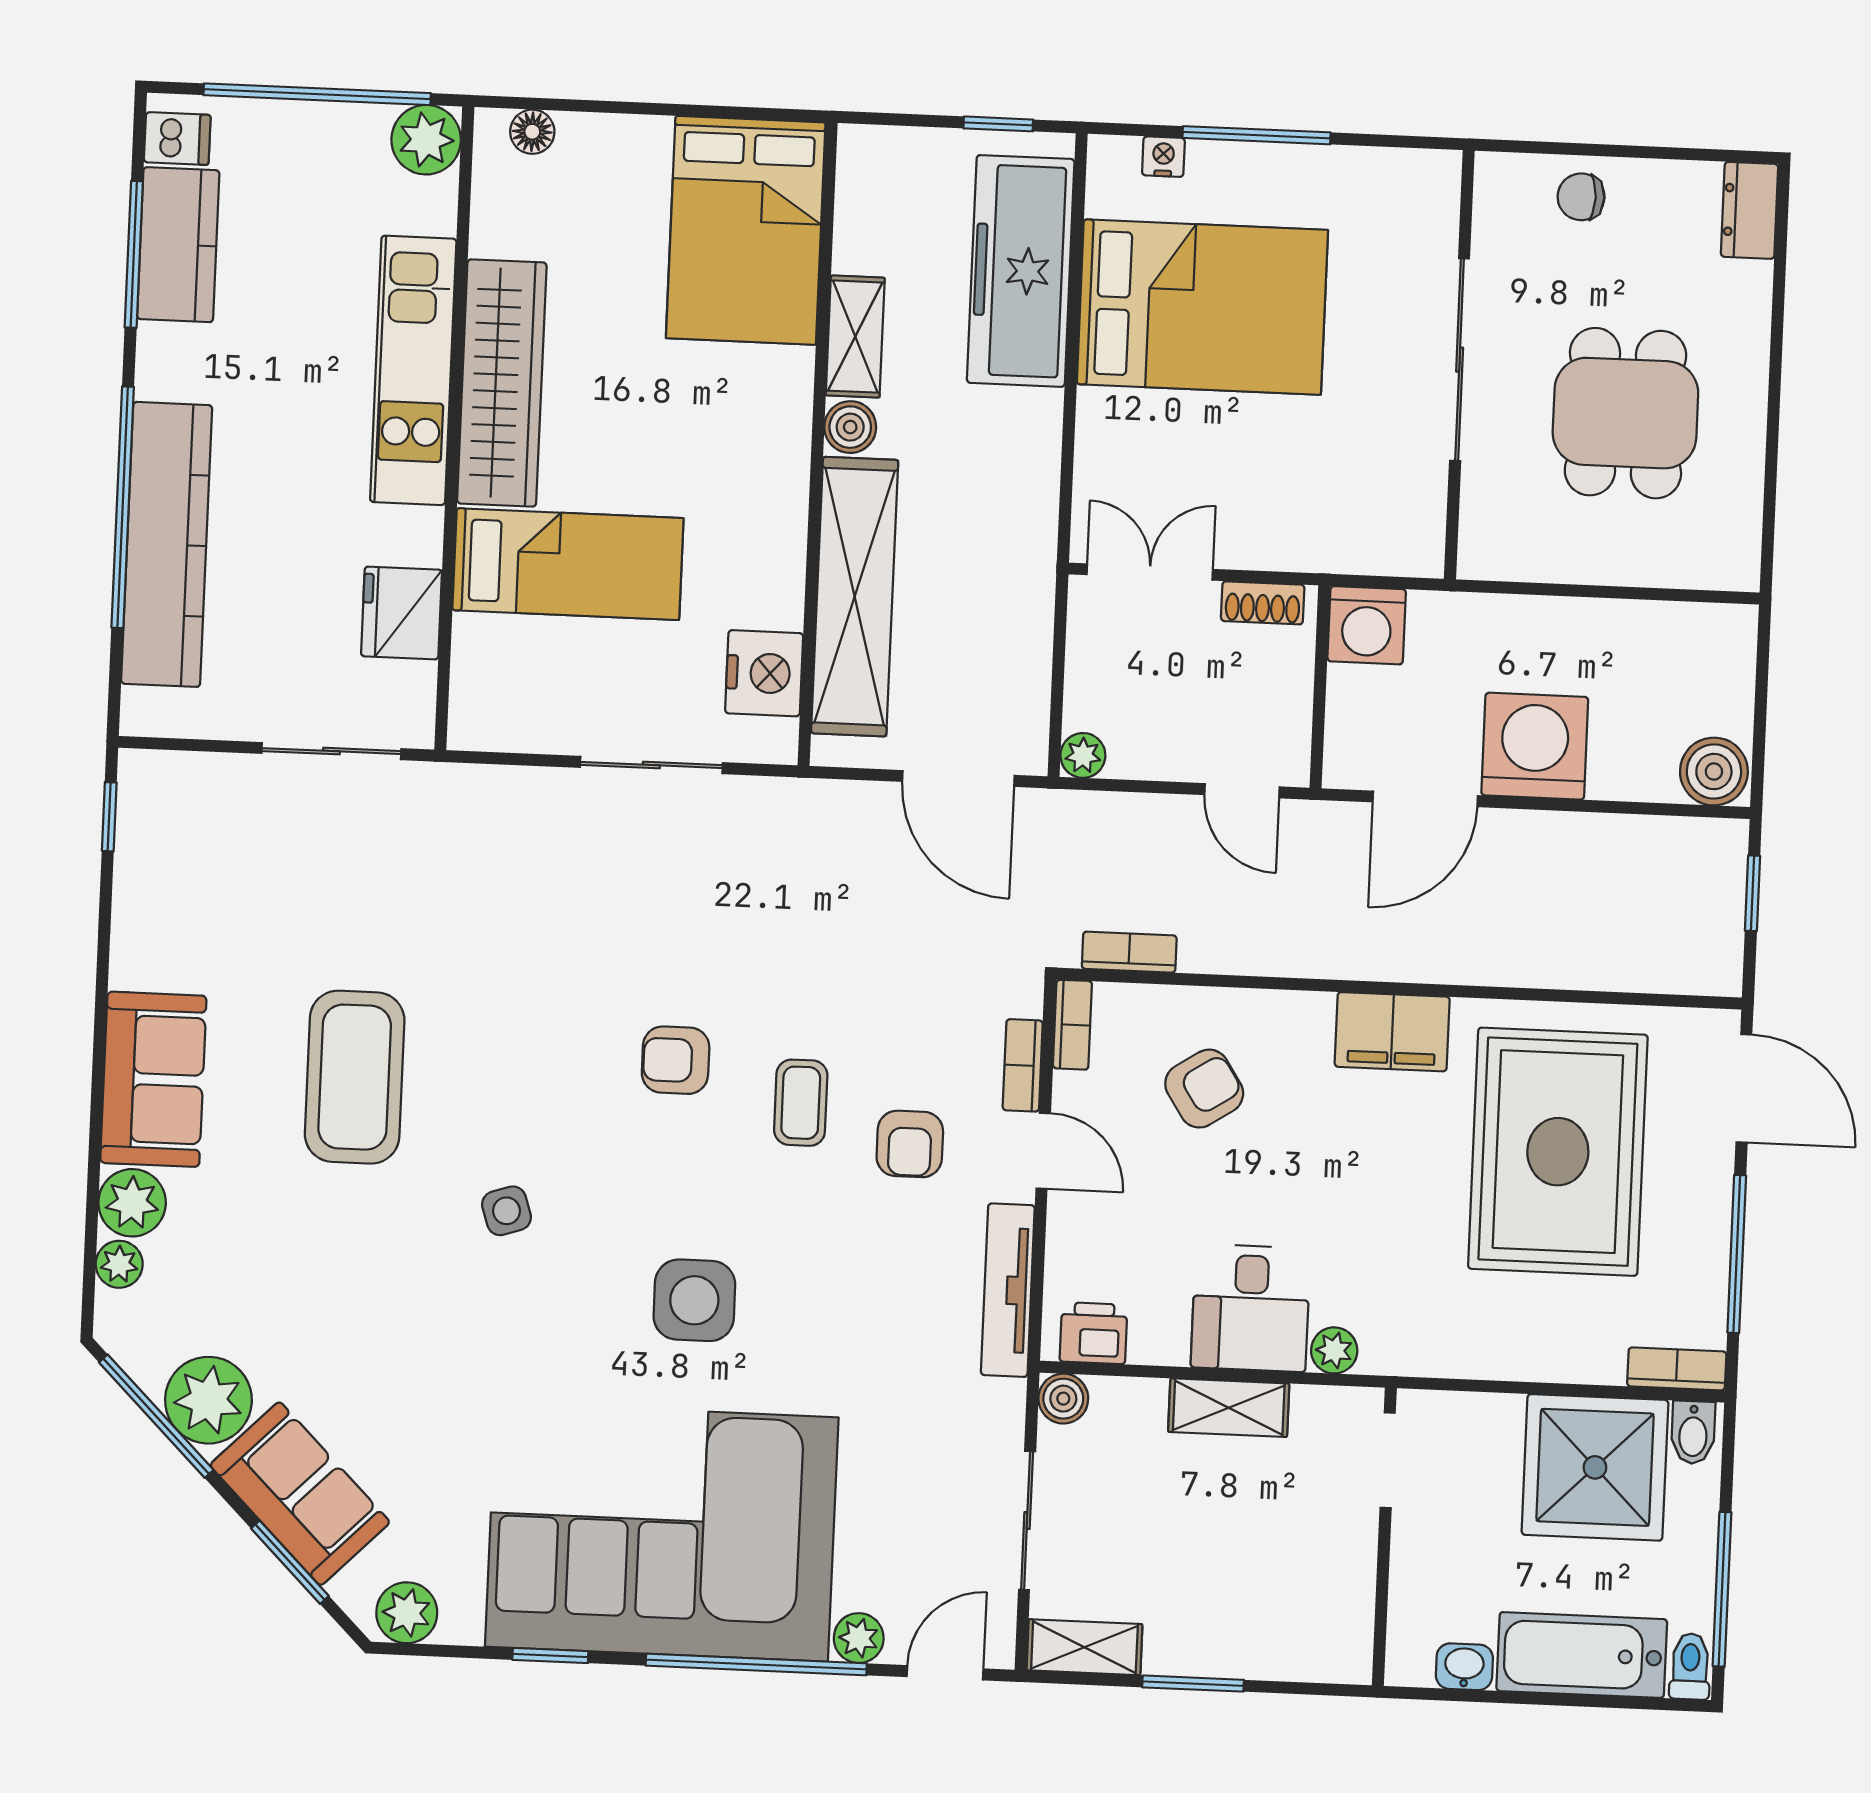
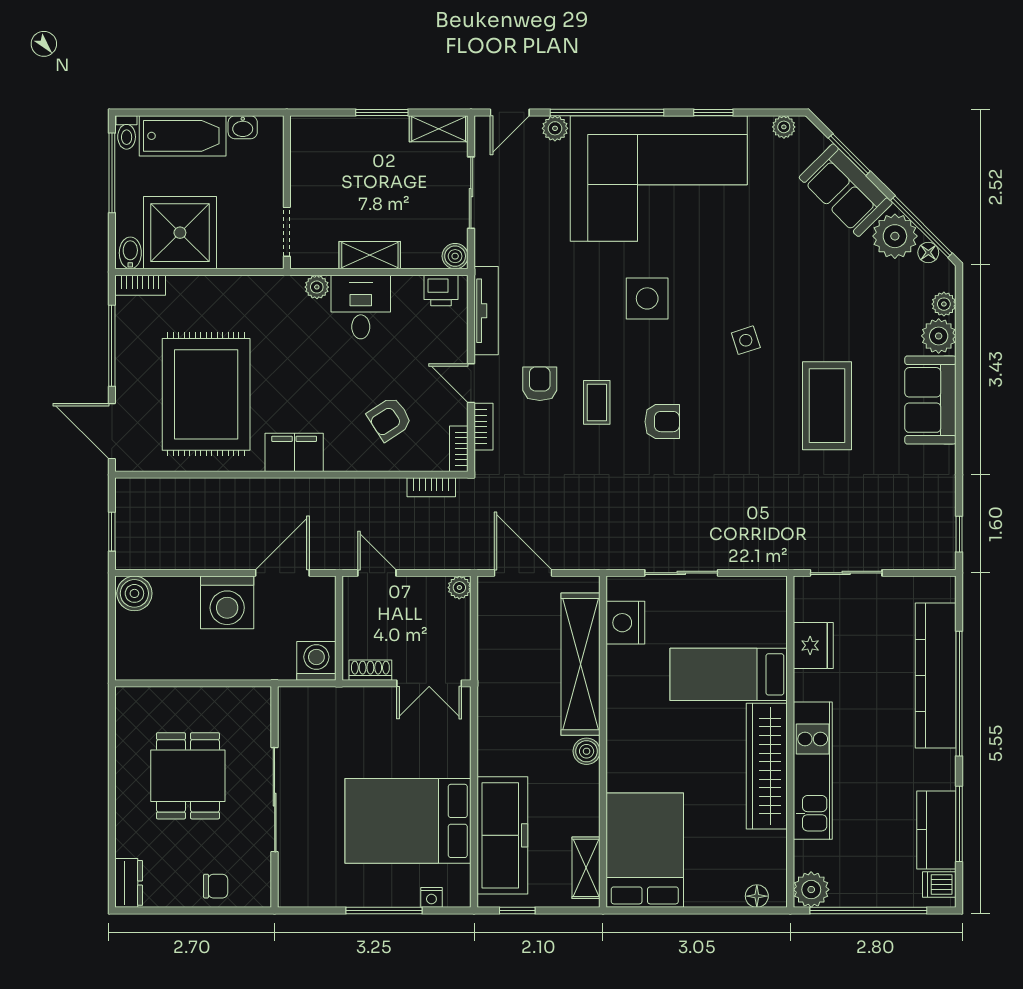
shelving: (855, 337) -> (586, 868), moved
floor lamp: (145, 1366) -> (928, 252), added
plant: (407, 1613) -> (784, 127), width x0.73, depth x0.73

